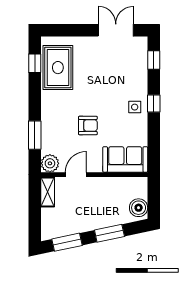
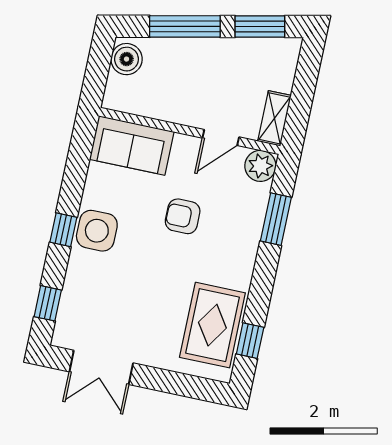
side table: (135, 107) -> (97, 231), width x1.87, depth x1.87
window: (109, 233) -> (185, 26), width x1.44

